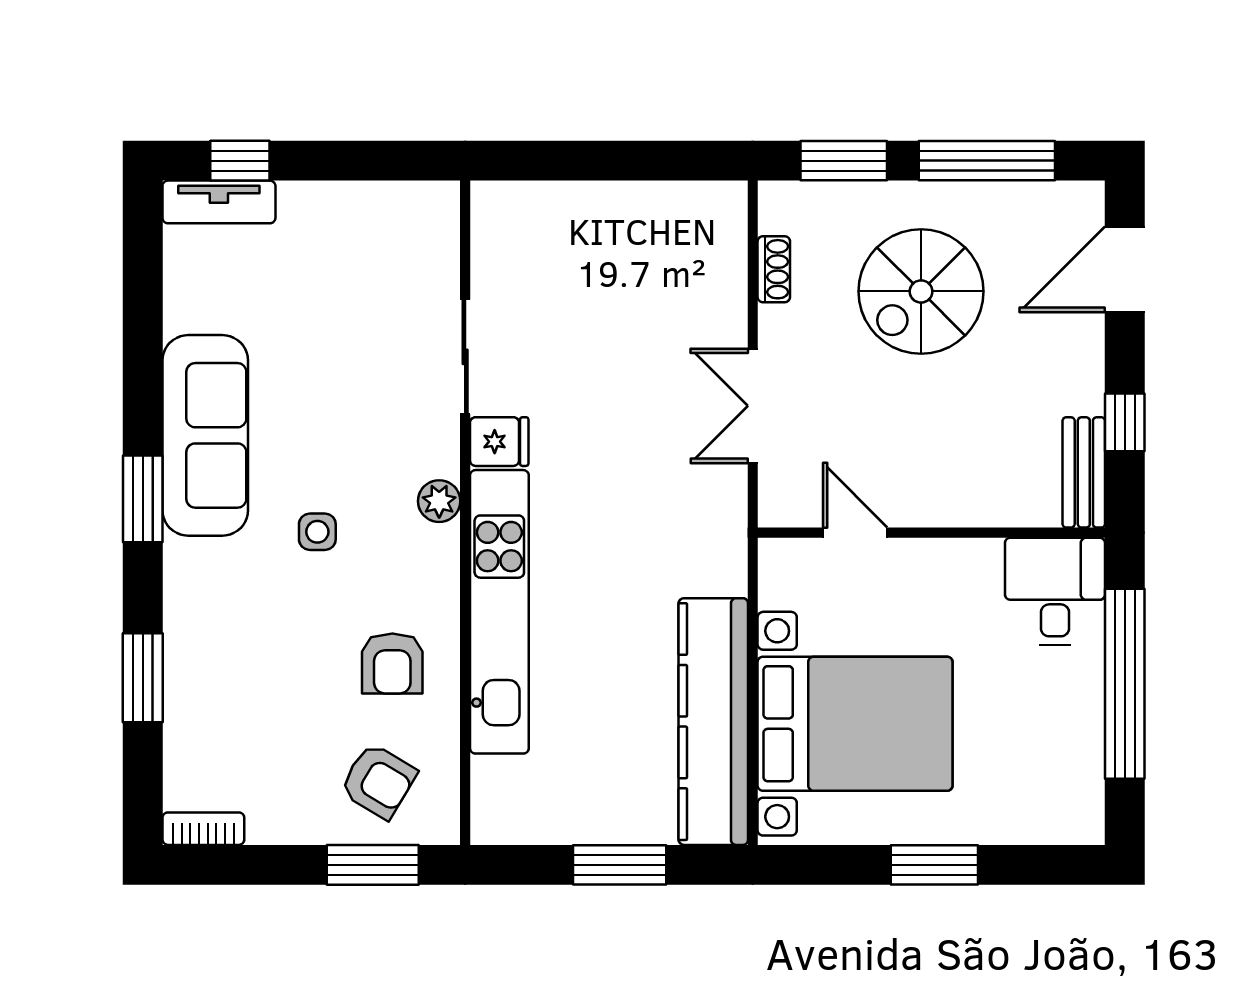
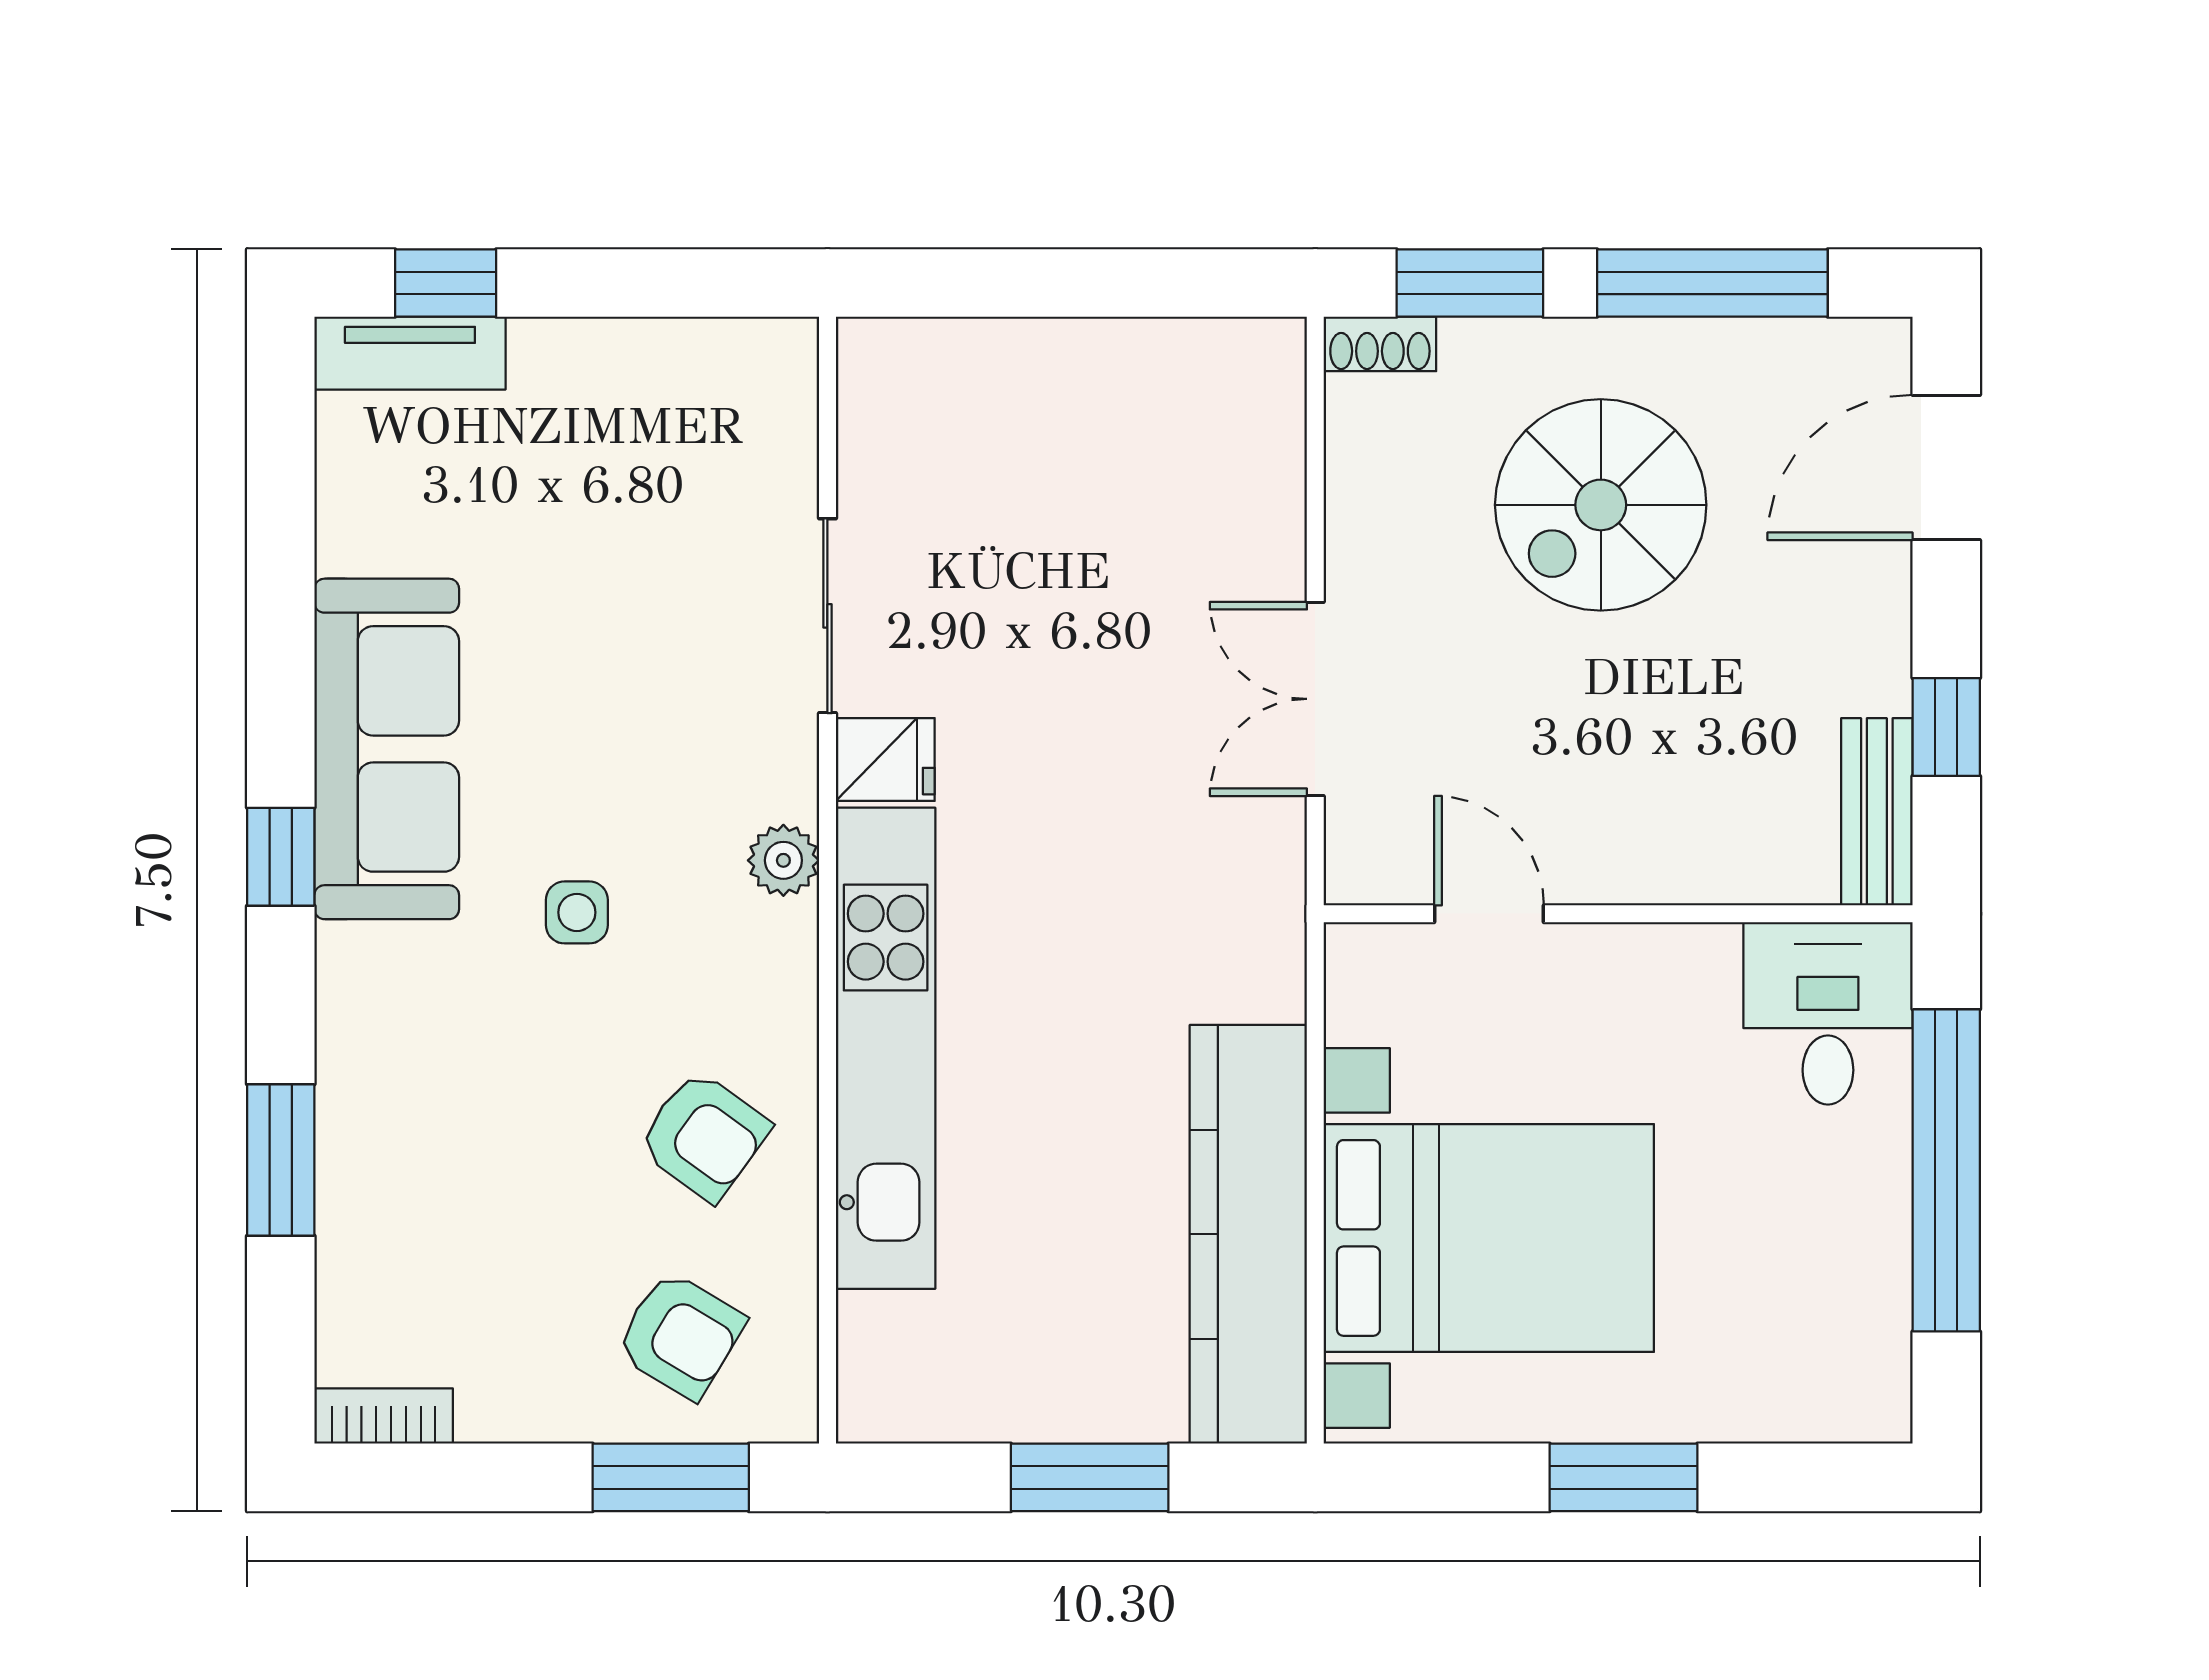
shoe rack: (774, 269) -> (1380, 344), moved, turned 90
window: (143, 499) -> (281, 857), width x0.67
armchair: (392, 663) -> (704, 1136), turned -54

